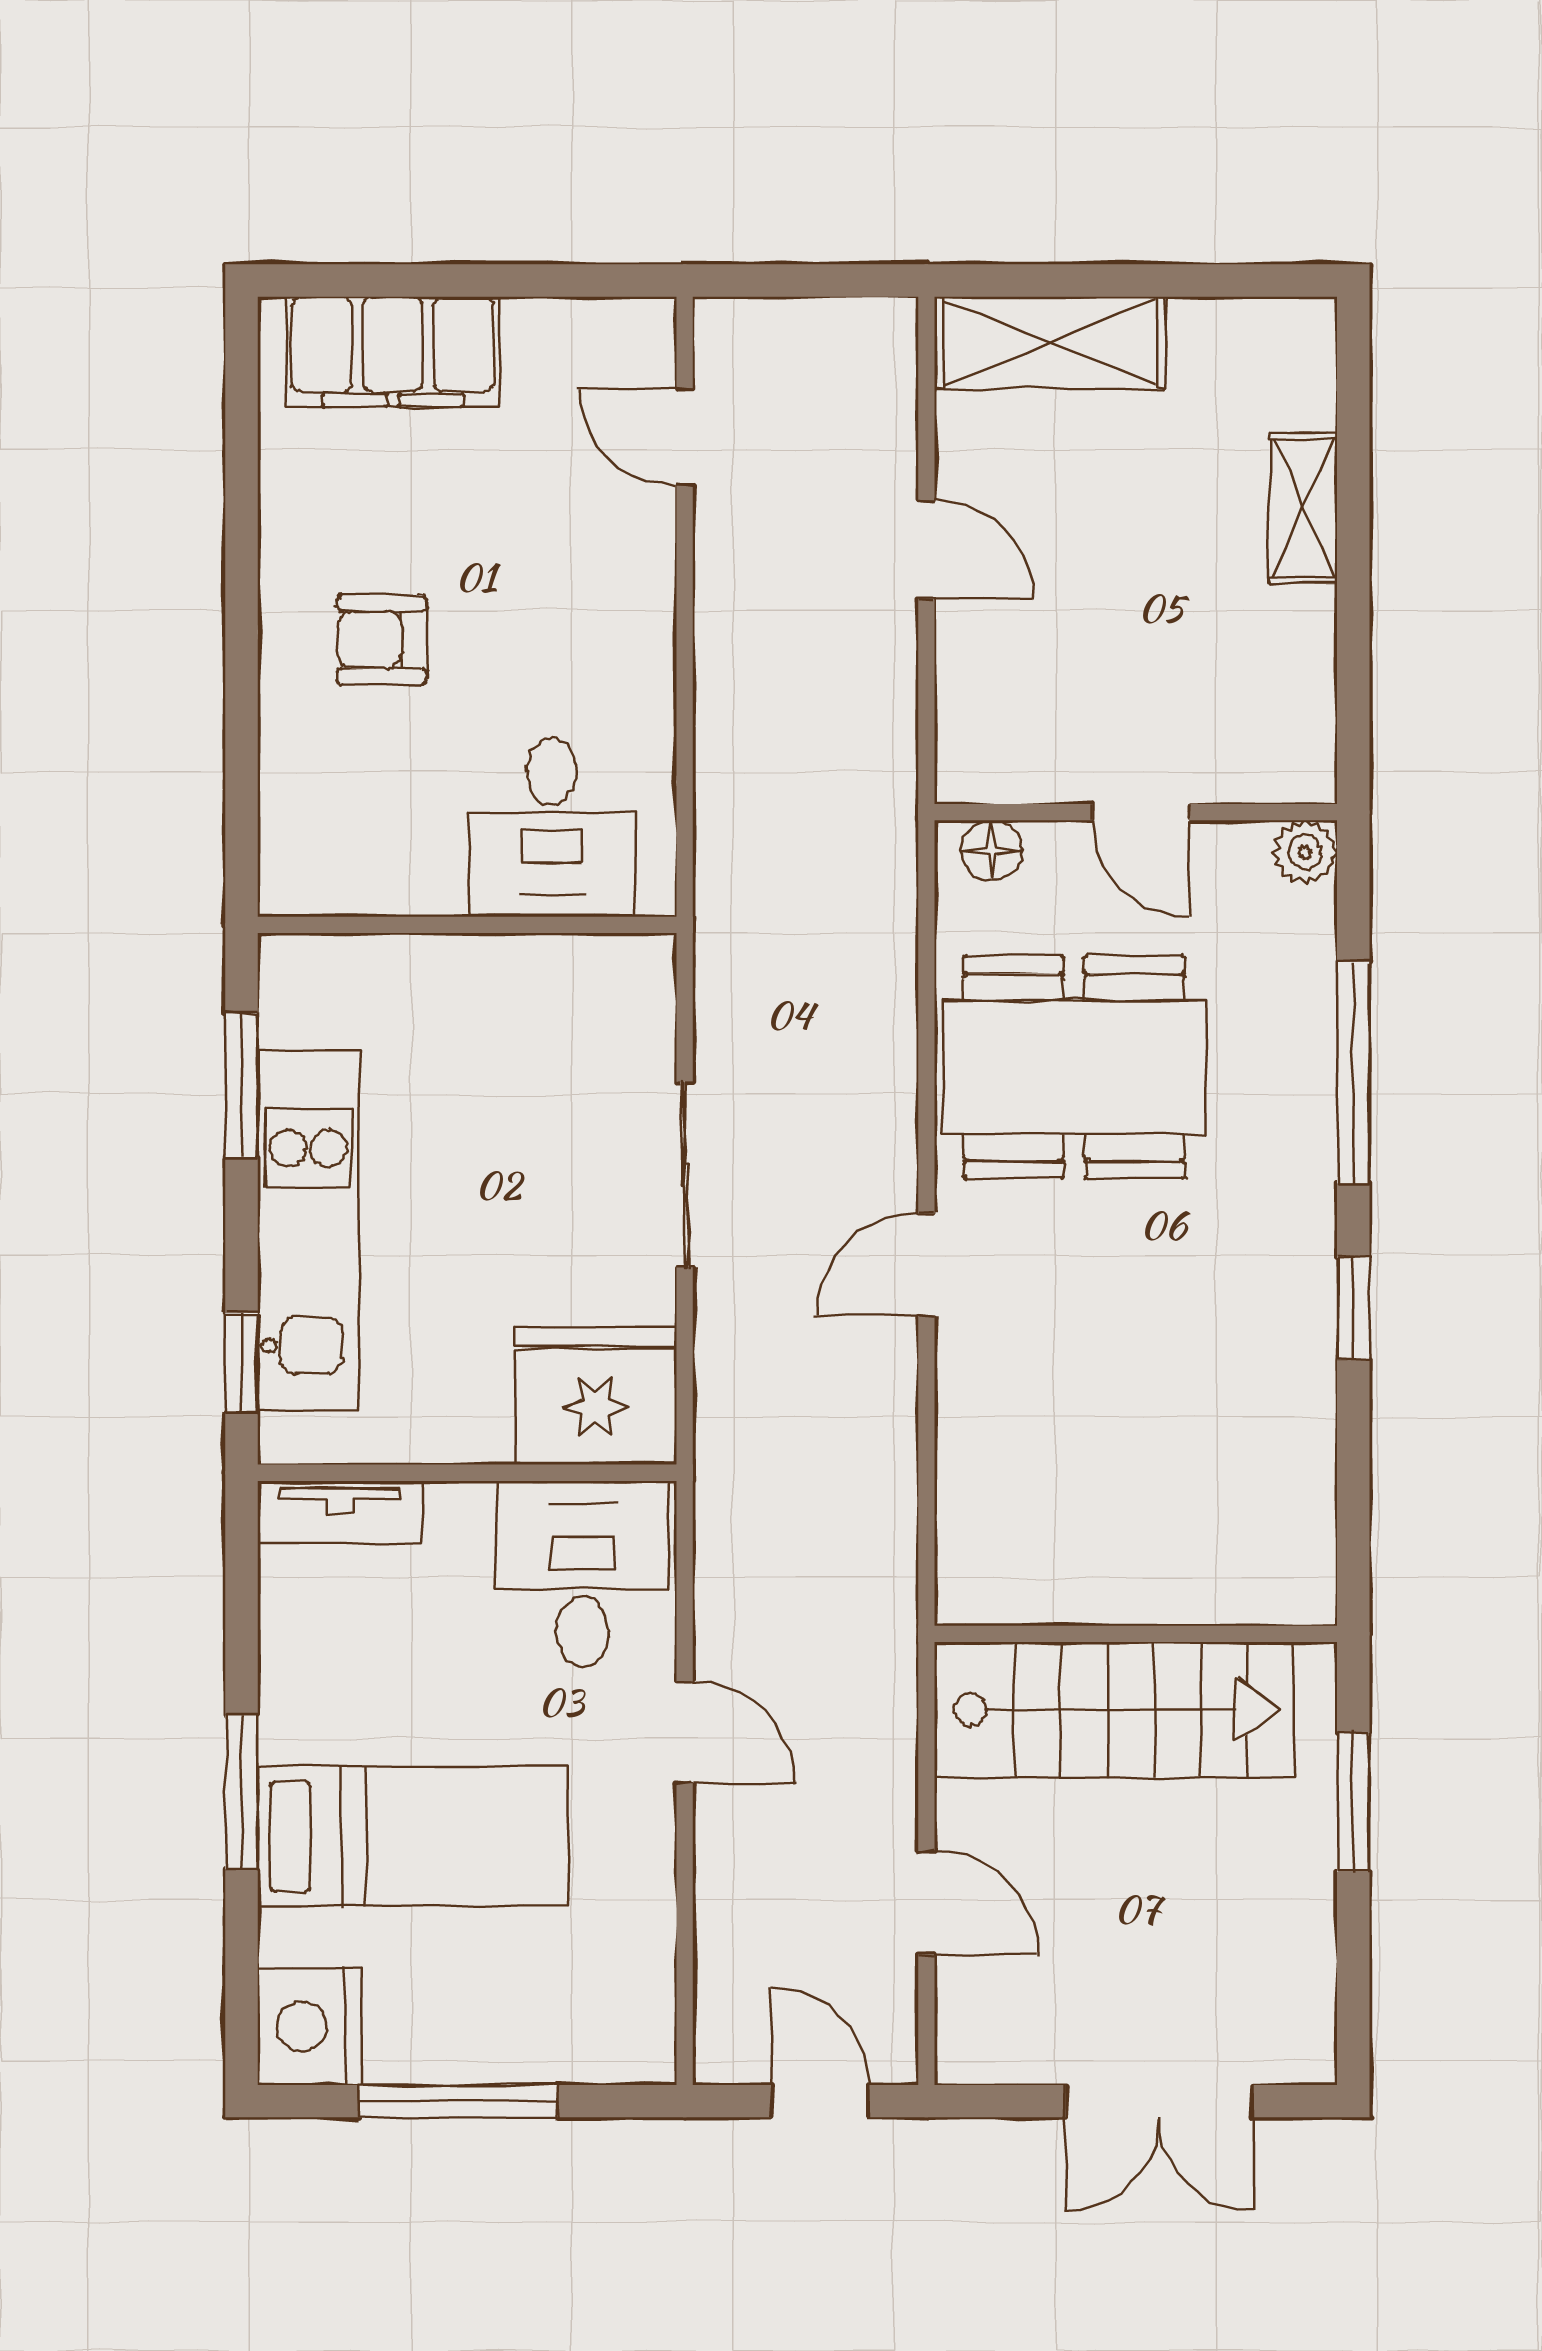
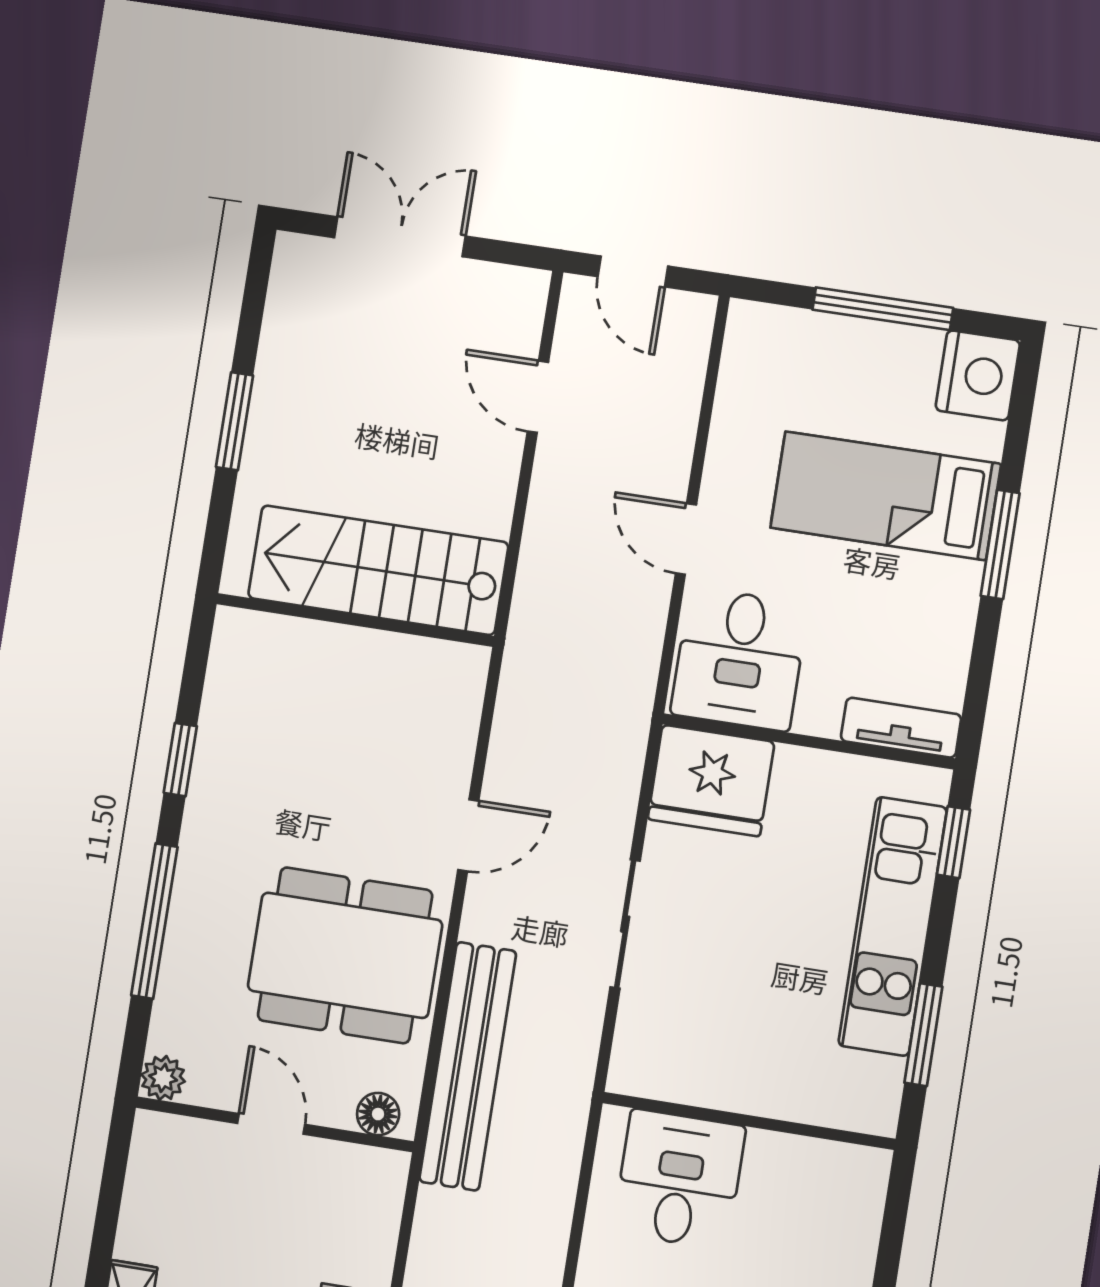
bench: (875, 938) -> (468, 1066), added
wall: (1136, 1634) -> (355, 620), moved
stairs: (1114, 1710) -> (378, 570), moved

